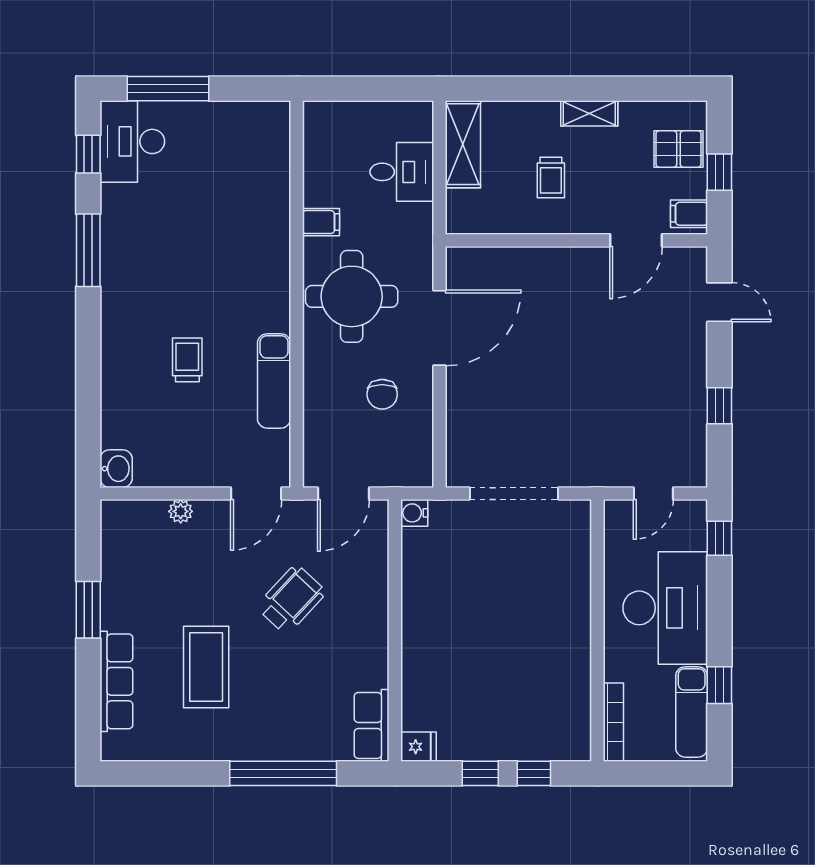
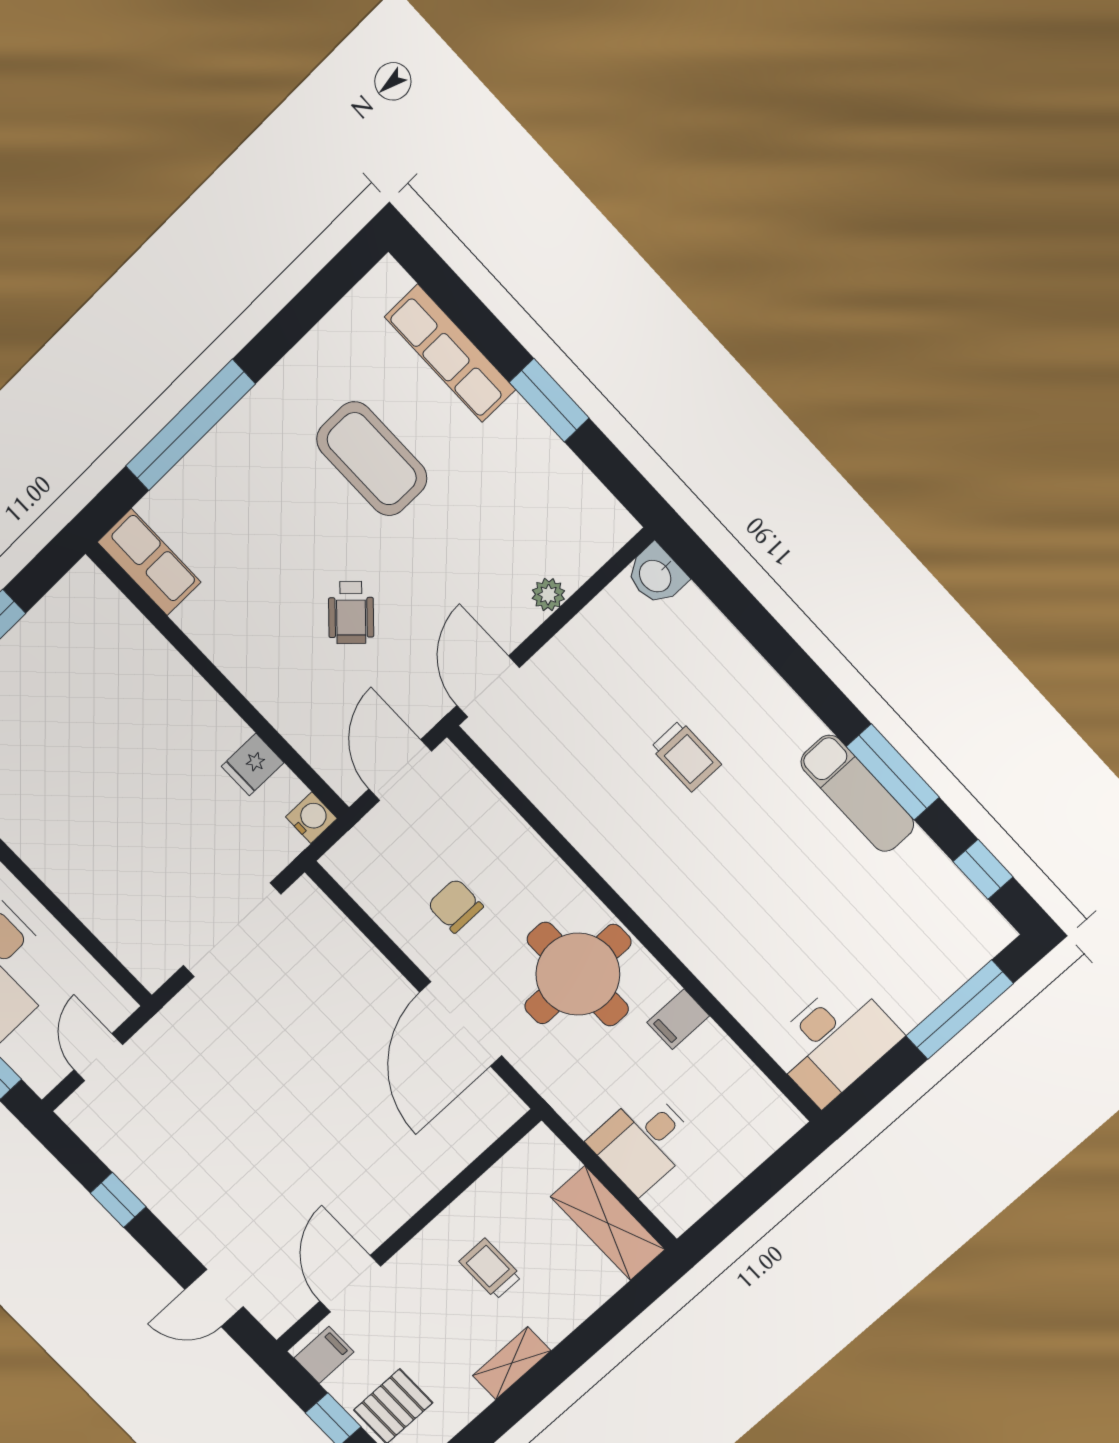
desk: (132, 141) -> (834, 1042), moved, turned 90
exam couch: (274, 381) -> (857, 793), moved, turned 180
wheelchair: (291, 599) -> (351, 612), width x0.73, depth x0.73
fridge: (418, 747) -> (253, 764), moved

